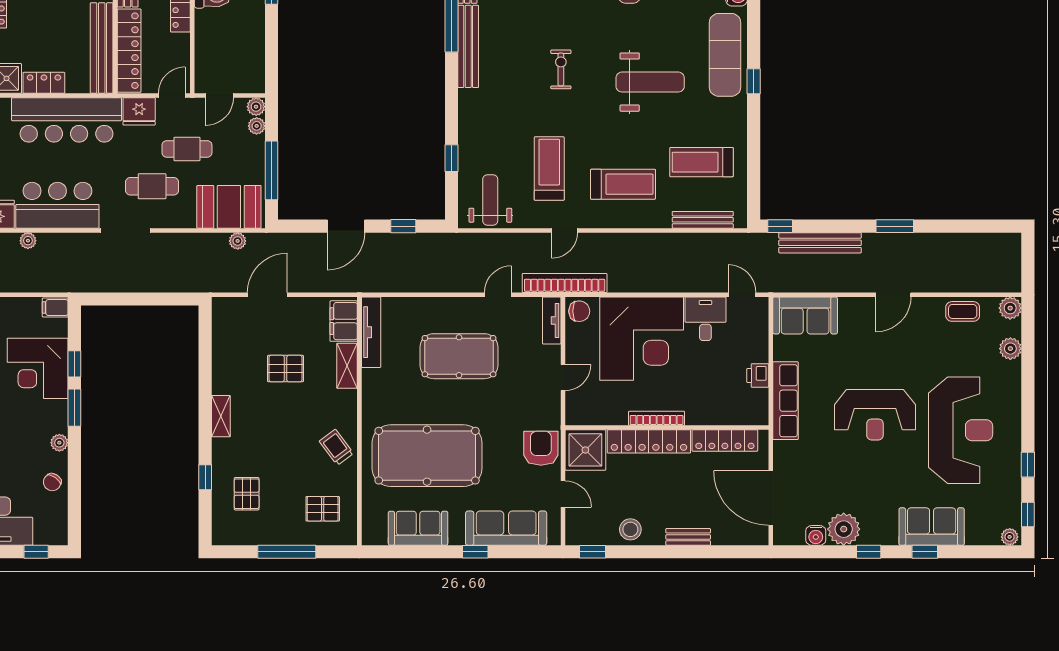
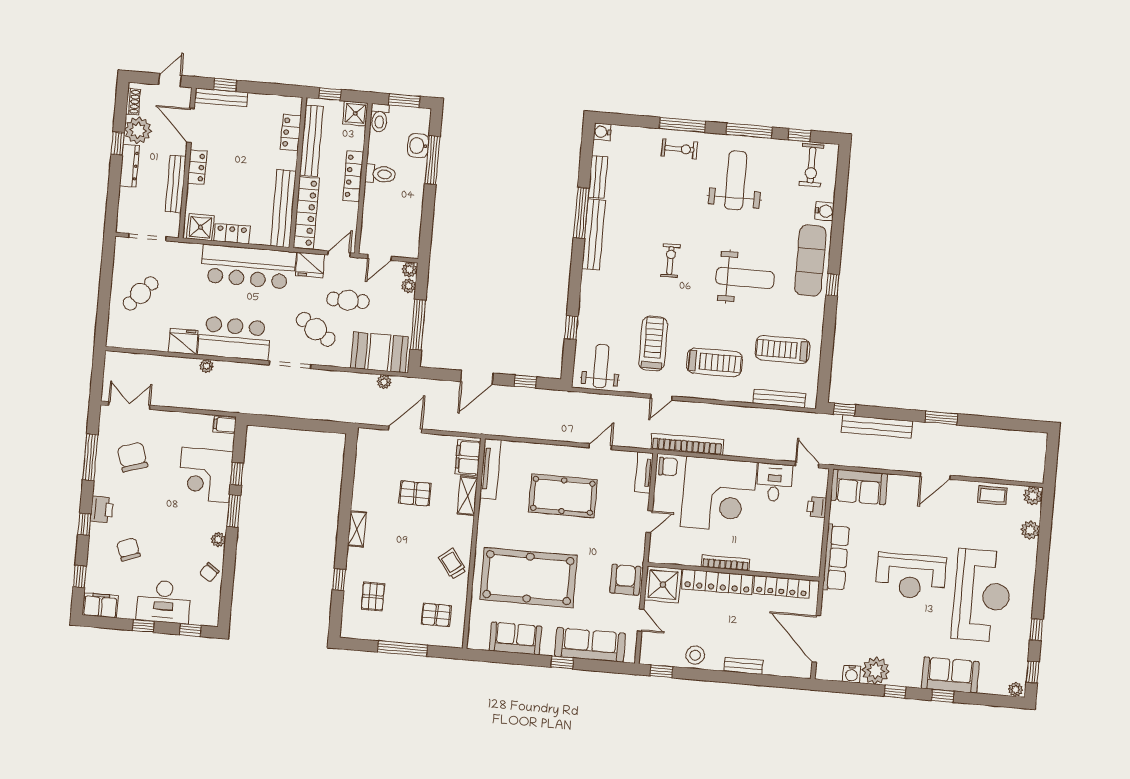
cafe table: (152, 186) -> (316, 329), turned 34
bookcase: (565, 283) -> (687, 444), moved
printer: (758, 376) -> (817, 507), moved

